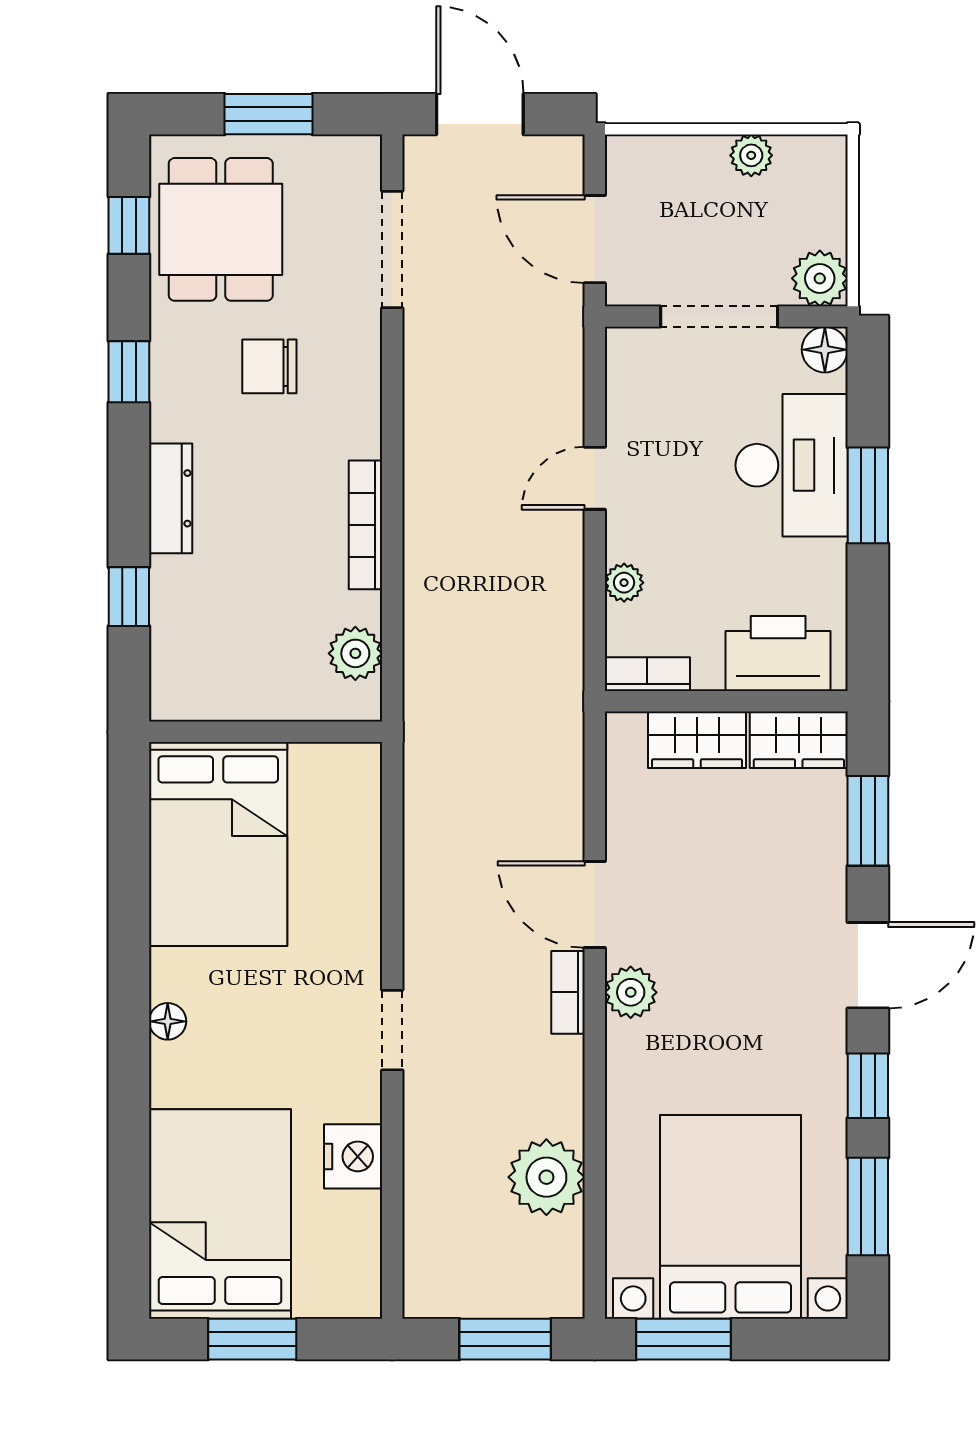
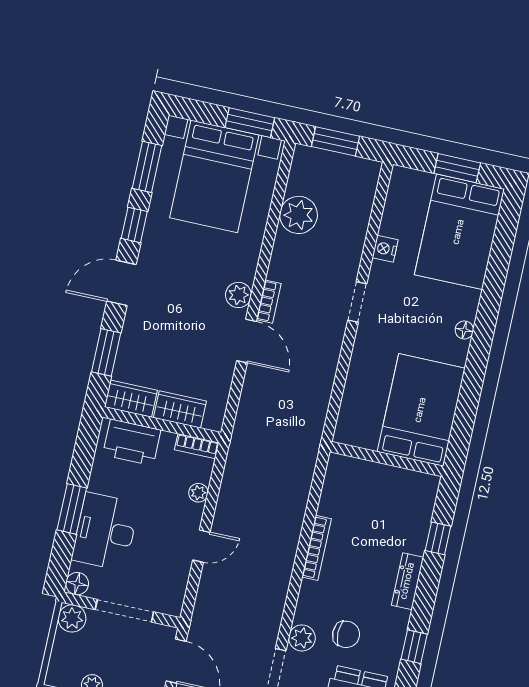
plant: (355, 653) -> (302, 638), moved
nightstand: (353, 1156) -> (385, 249), width x0.74, depth x0.75

